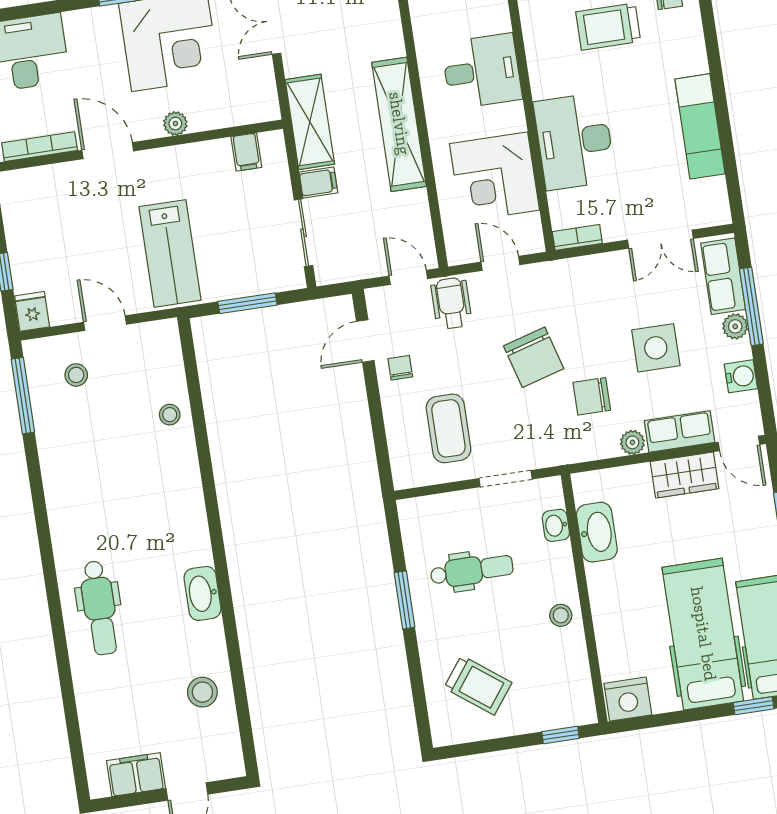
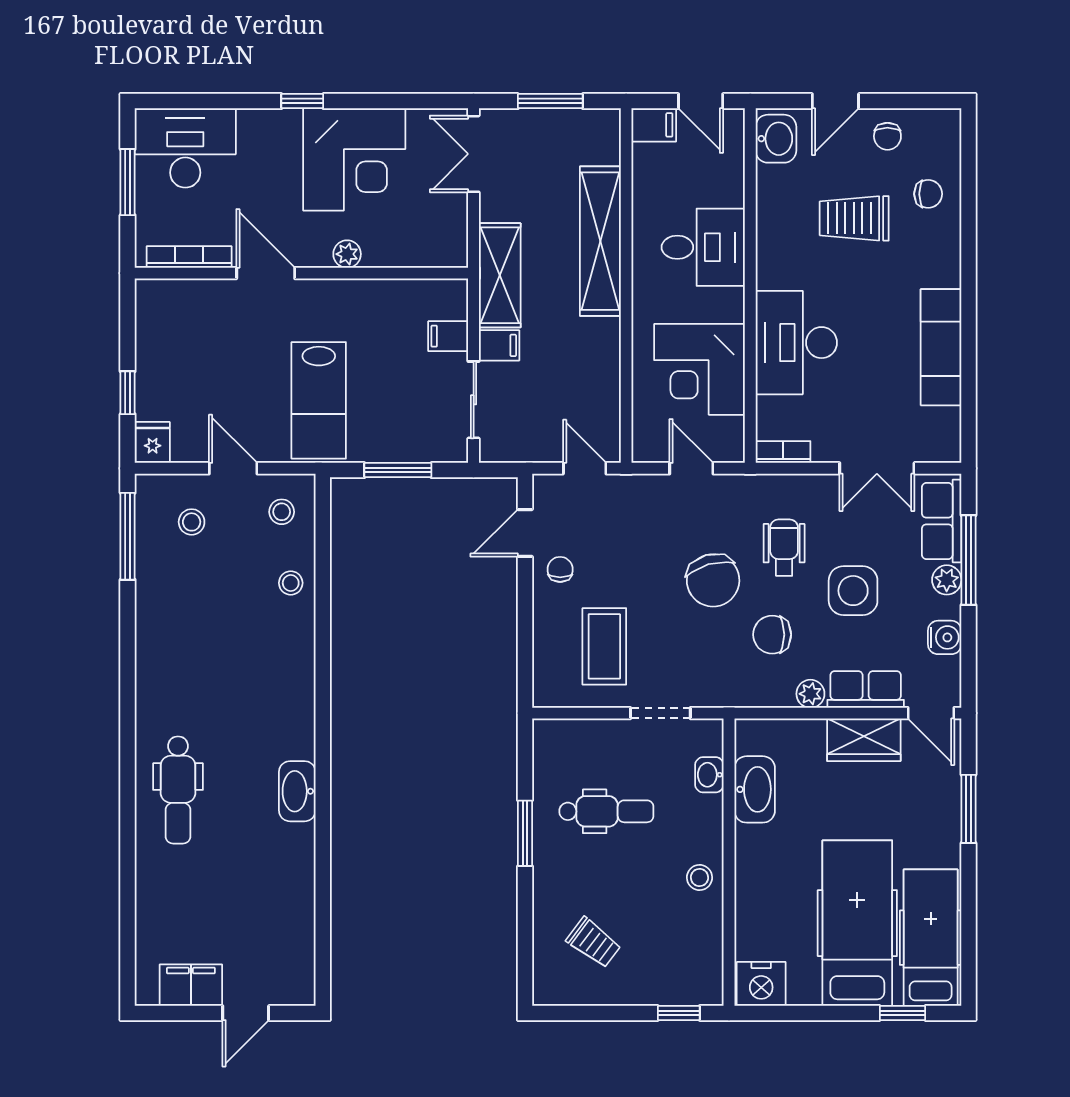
shelving: (399, 124) -> (600, 241), moved
filing cabinet: (246, 152) -> (448, 336), moved, turned 90
wheelchair: (451, 303) -> (784, 548), moved
trolley: (478, 685) -> (594, 943), width x0.73, depth x0.72
stool: (202, 692) -> (282, 512), moved, width x0.73, depth x0.73

